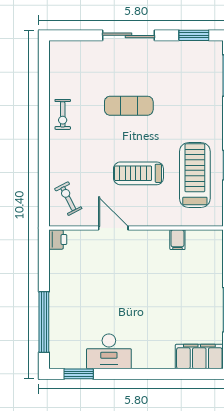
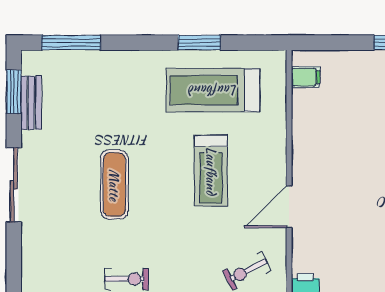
bench: (186, 47) -> (31, 103), added
filing cabinet: (177, 240) -> (306, 77), moved

